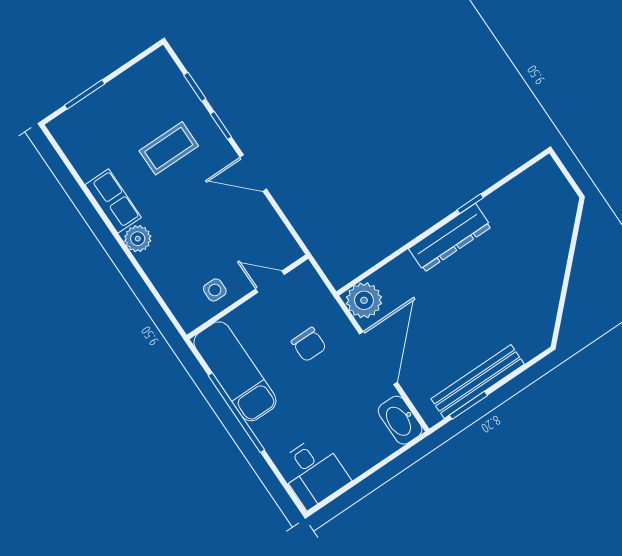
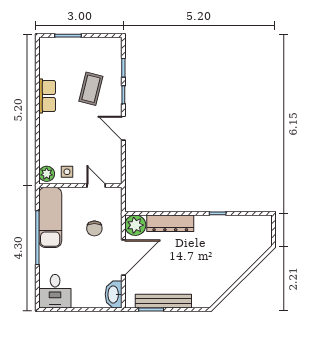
coffee table: (169, 148) -> (91, 89), turned -76
dresser: (450, 238) -> (170, 223), moved
plant: (138, 239) -> (47, 174), moved

